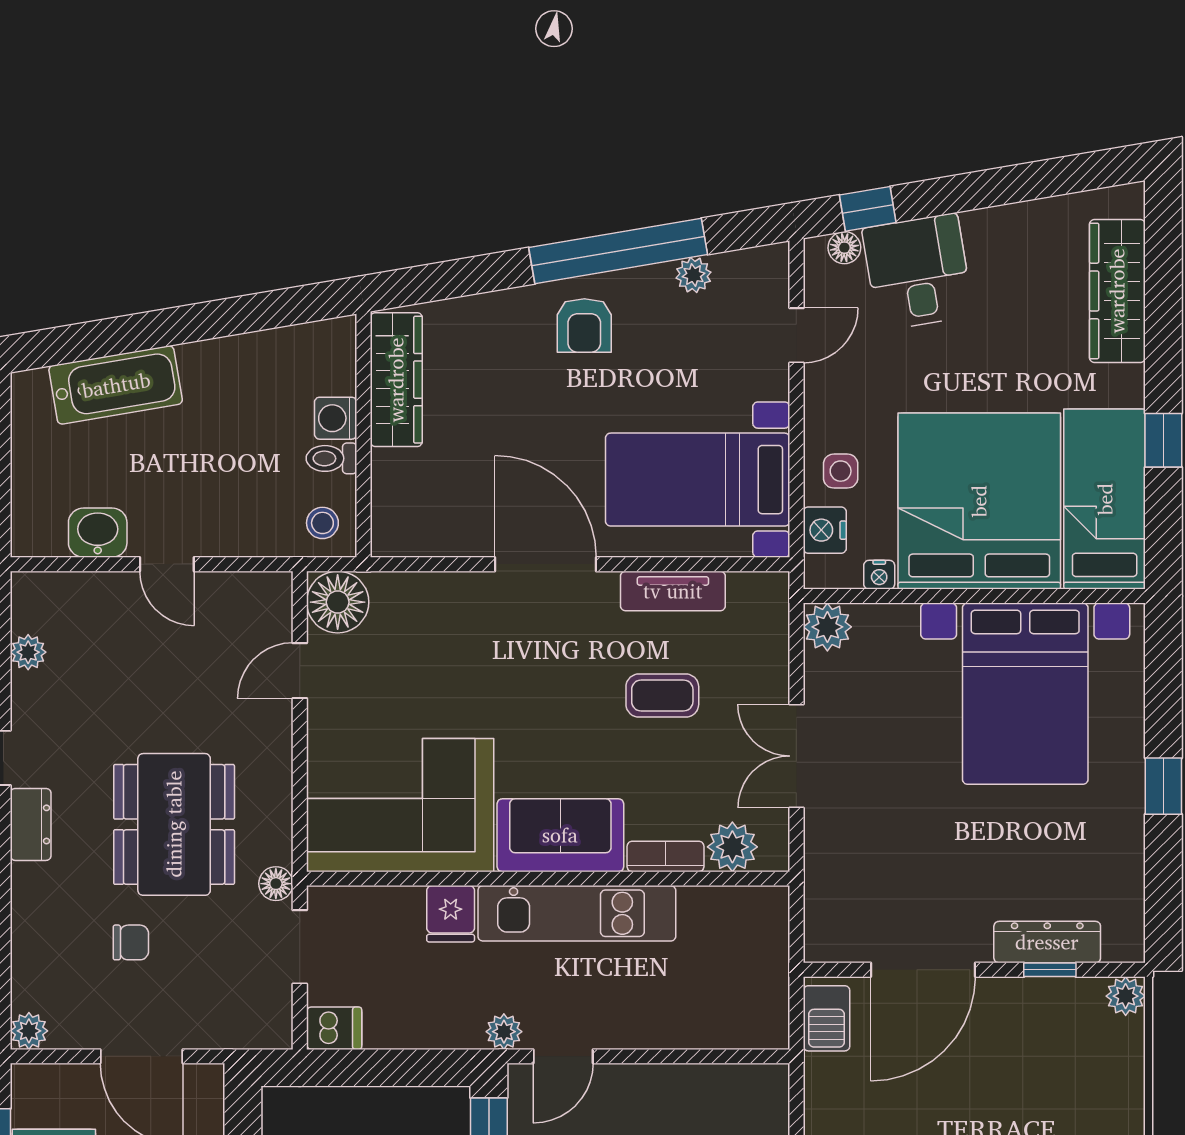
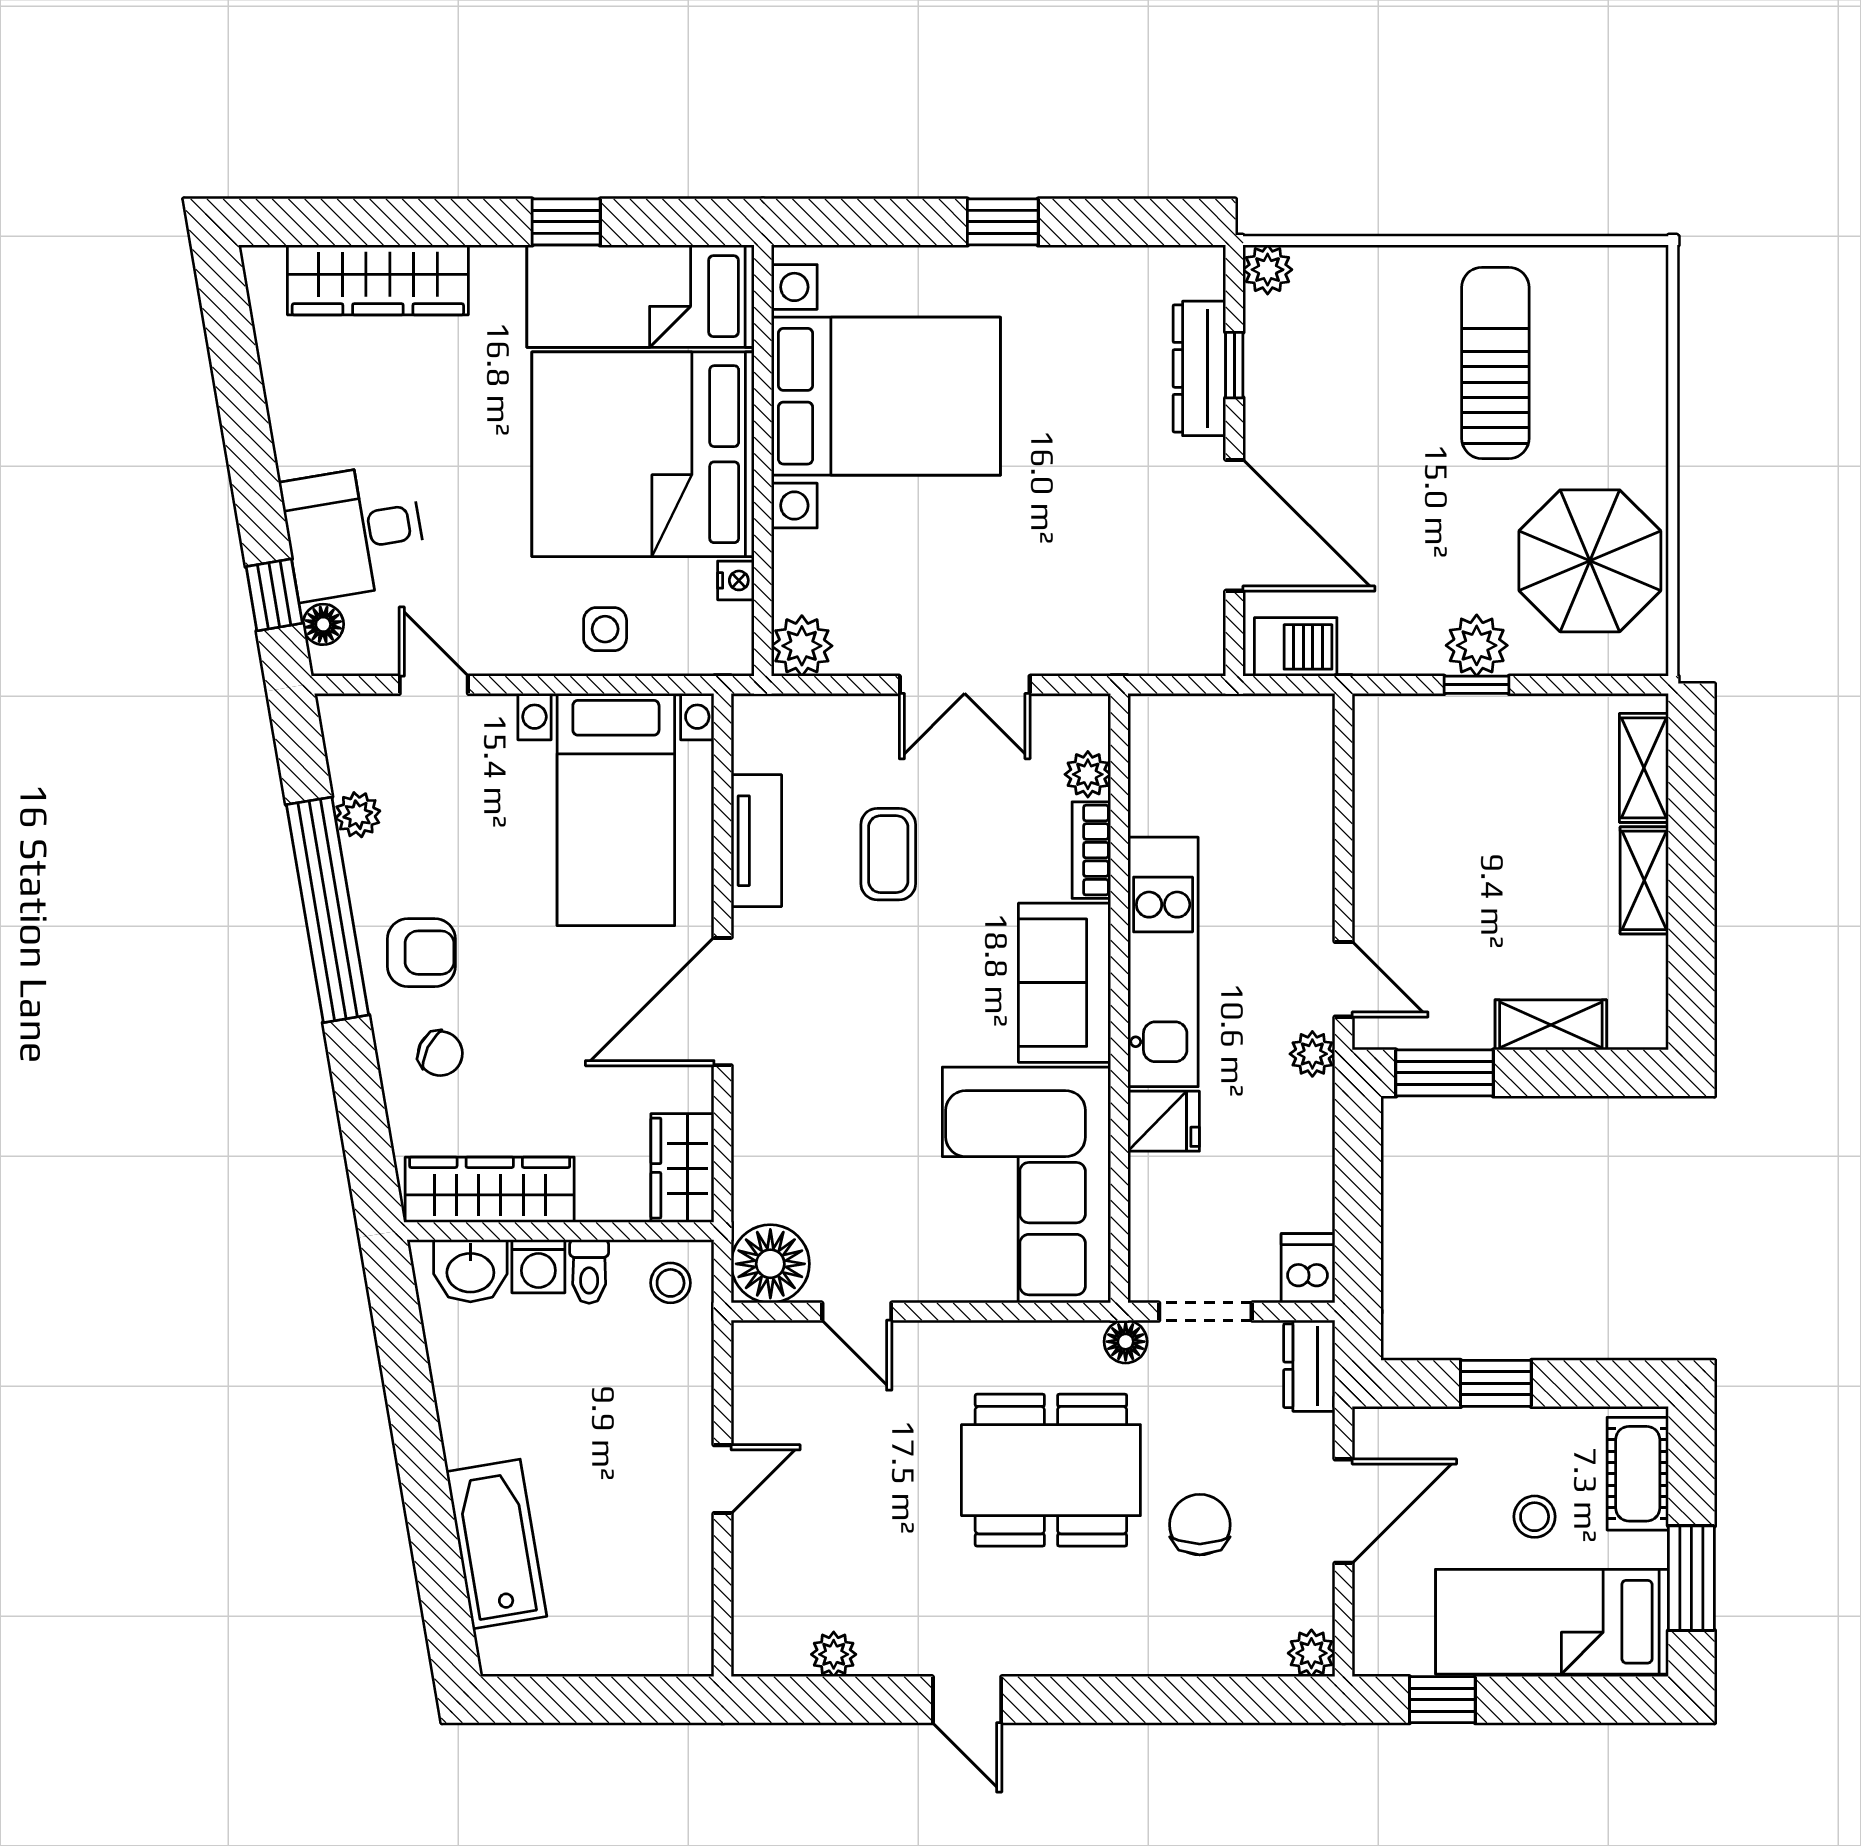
chair: (504, 340) -> (440, 1053), added
nightstand: (825, 530) -> (680, 649), removed
wardrobe: (413, 532) -> (682, 1168), added
washbasin: (98, 533) -> (470, 1271), moved, turned -90
dresser: (31, 824) -> (1309, 1366), moved, turned -90
plant: (732, 847) -> (1088, 774), width x0.73, depth x0.73
chair: (131, 942) -> (1200, 1525), width x1.37, depth x1.37

